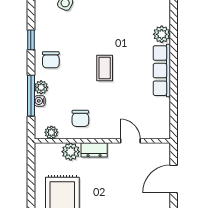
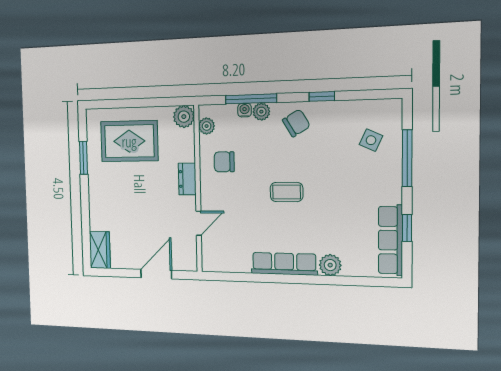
chair: (51, 60) -> (296, 123), turned 149
plant: (71, 152) -> (184, 117), moved
door: (174, 179) -> (156, 274), hinge flipped

